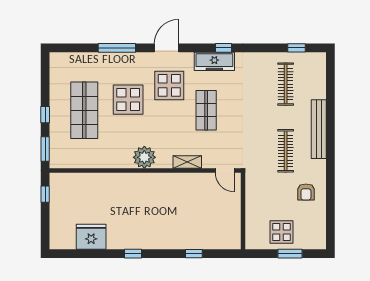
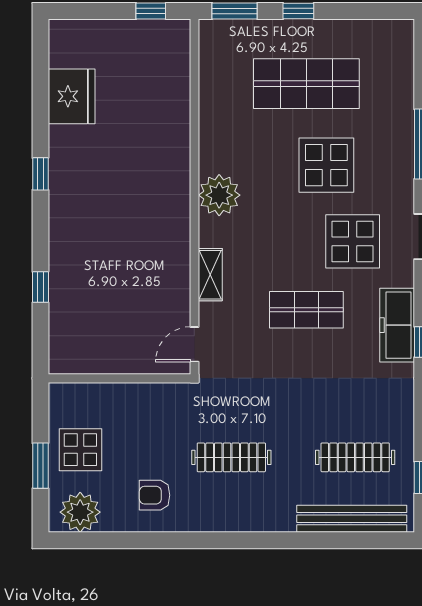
bench: (319, 129) -> (352, 519), moved
plant: (315, 232) -> (80, 512), added

